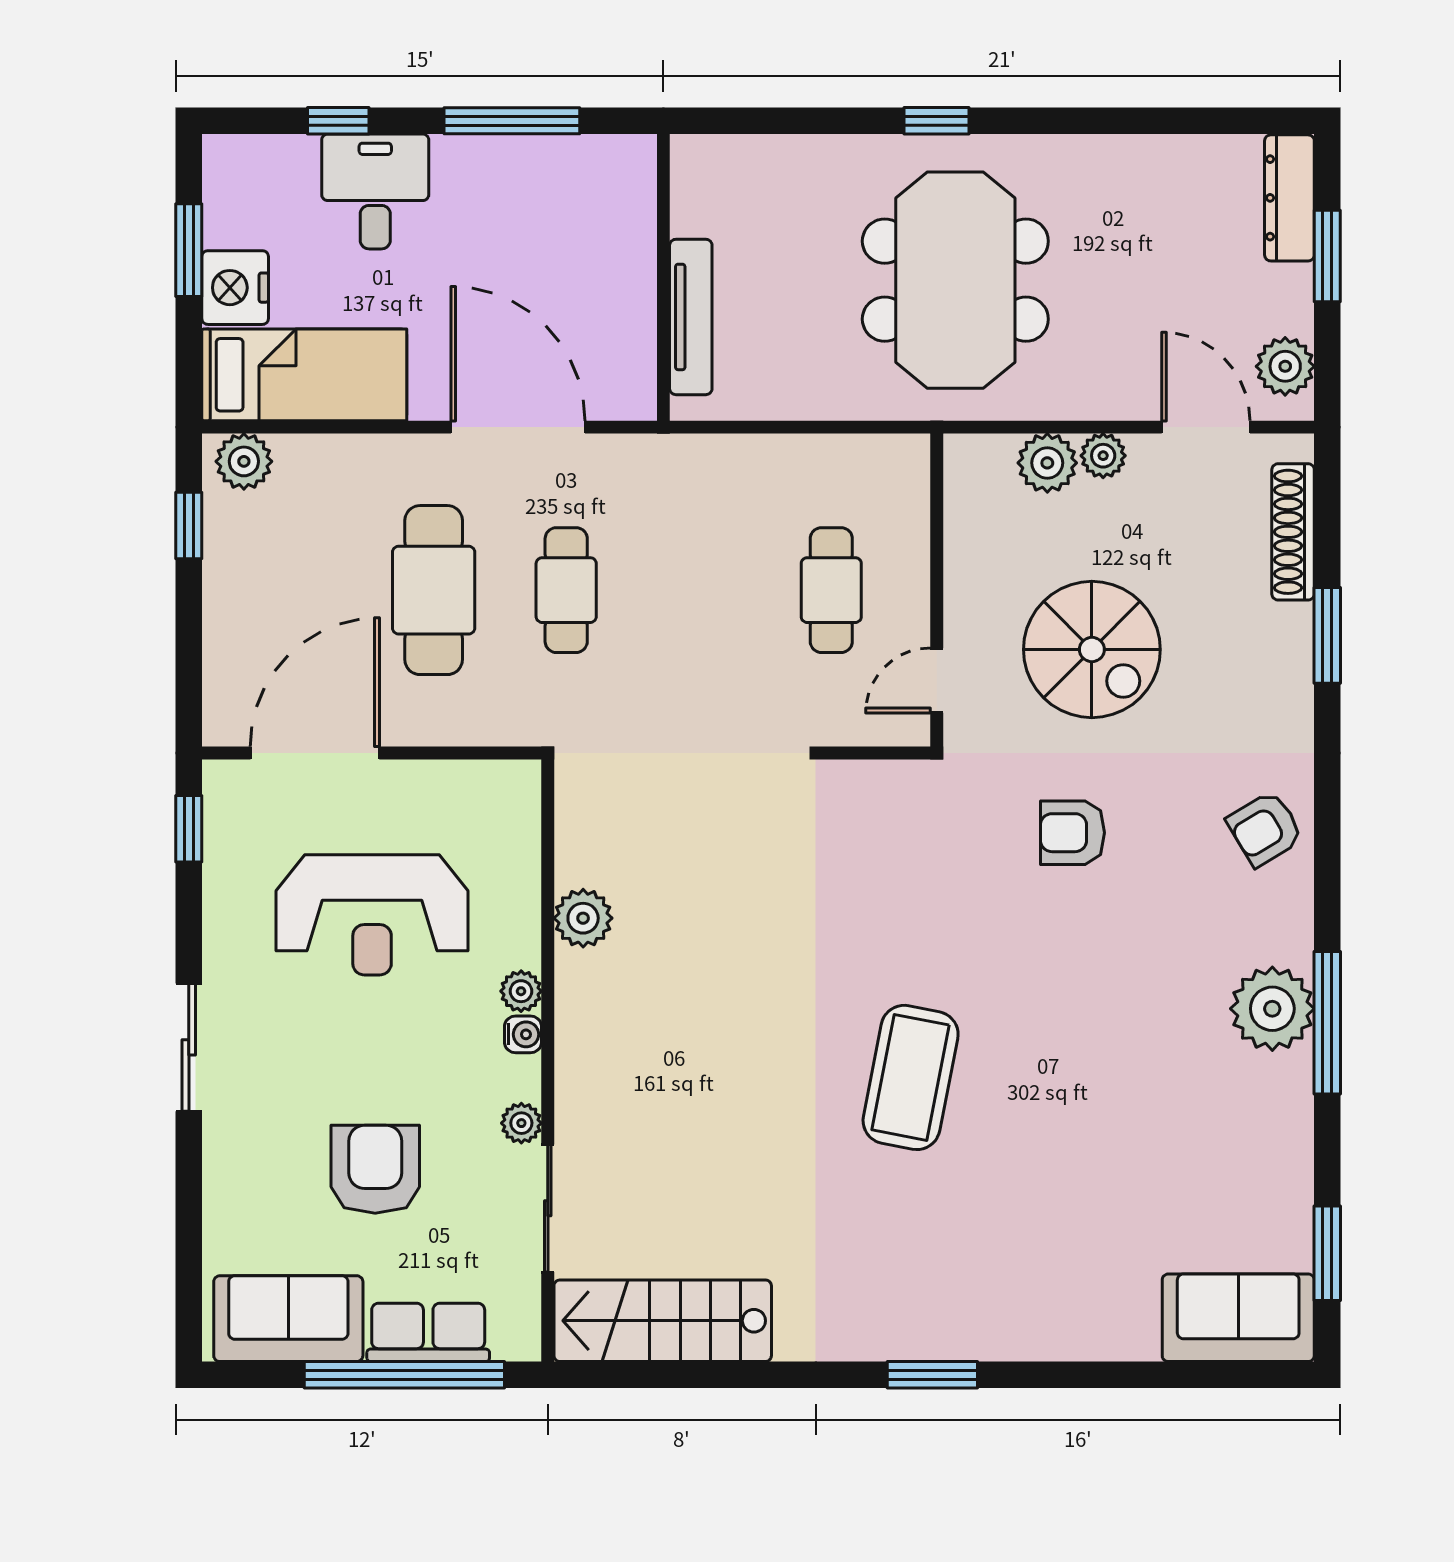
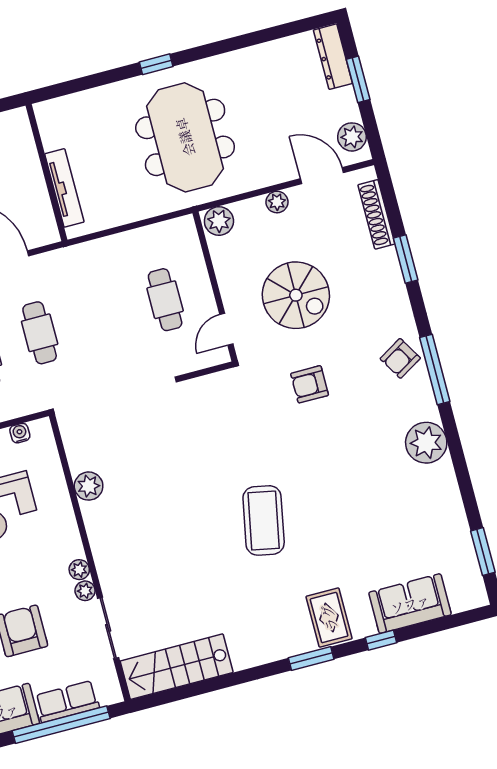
plant: (1047, 463) -> (219, 221), moved
plant: (521, 991) -> (79, 570), moved
window: (1327, 1023) -> (435, 370), moved
water cooler: (523, 1034) -> (20, 433), moved, turned -90
rug: (989, 1303) -> (329, 618), added
sofa: (1238, 1318) -> (410, 604), moved
window: (1080, 1375) -> (381, 640), added

